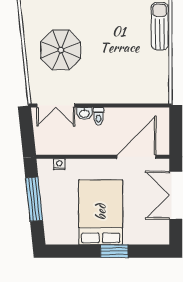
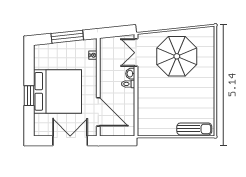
parasol: (61, 50) -> (177, 56), width x1.36, depth x1.36
bed: (101, 212) -> (58, 91), width x1.36

